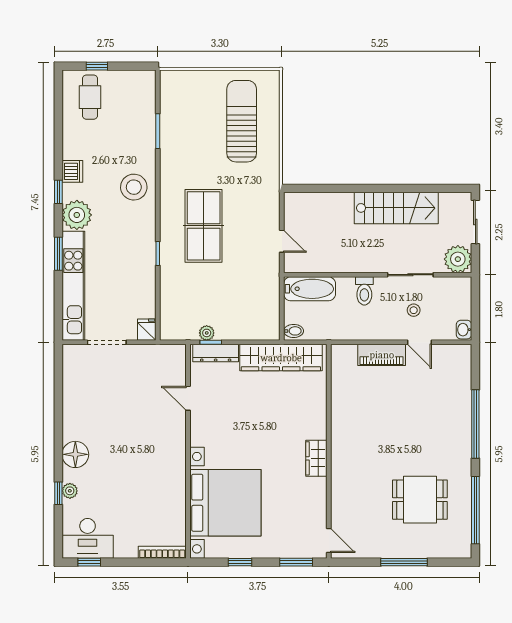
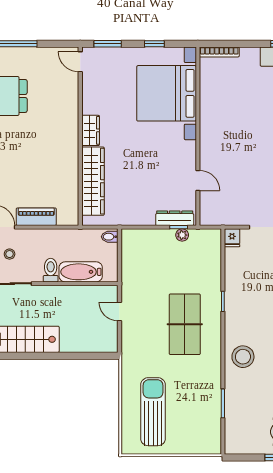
sun lounger: (242, 121) -> (153, 412), turned 180
bathtub: (310, 289) -> (81, 272), moved
wardrobe: (281, 358) -> (93, 181), moved, turned 90

